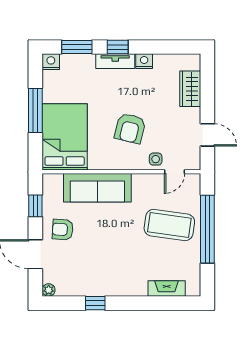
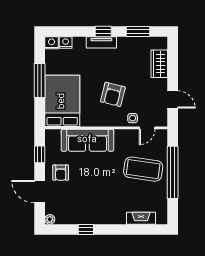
window: (77, 47) -> (138, 31), moved
nightstand: (144, 61) -> (66, 42), moved
armchair: (63, 230) -> (61, 173), turned -94

